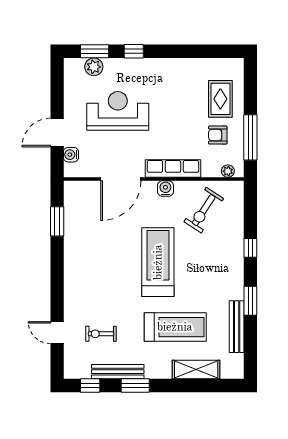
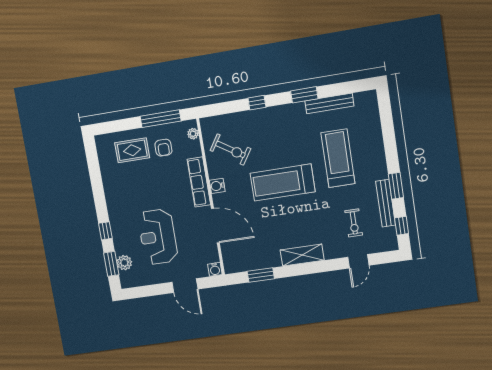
water cooler: (71, 155) -> (215, 269), moved
shelving: (196, 370) -> (302, 255), moved, turned 90

